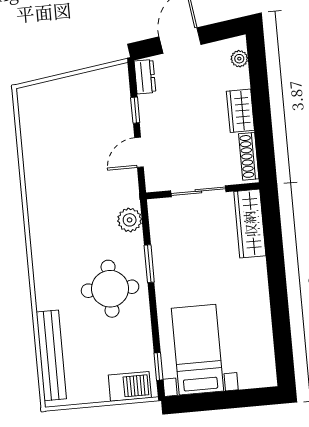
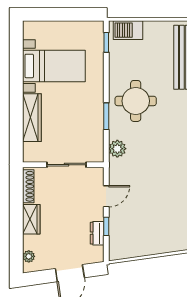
dresser: (145, 77) -> (97, 233), moved
wardrobe: (250, 224) -> (32, 118), moved
bed with nightstands: (197, 350) -> (54, 66), moved, turned -90

